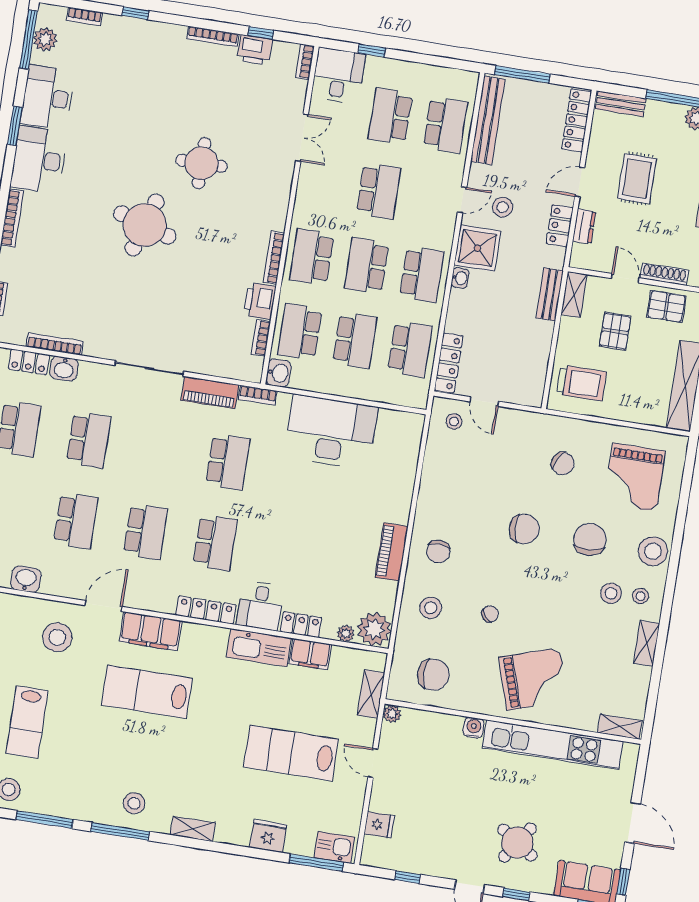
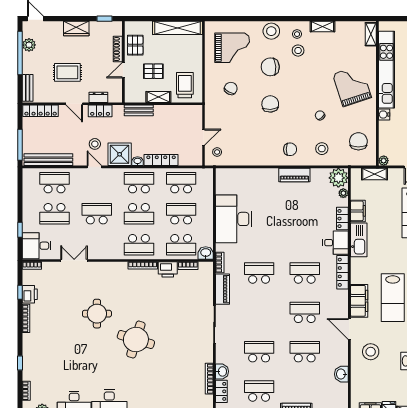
shelving: (574, 295) -> (158, 97), moved
locker: (449, 363) -> (161, 160), moved

